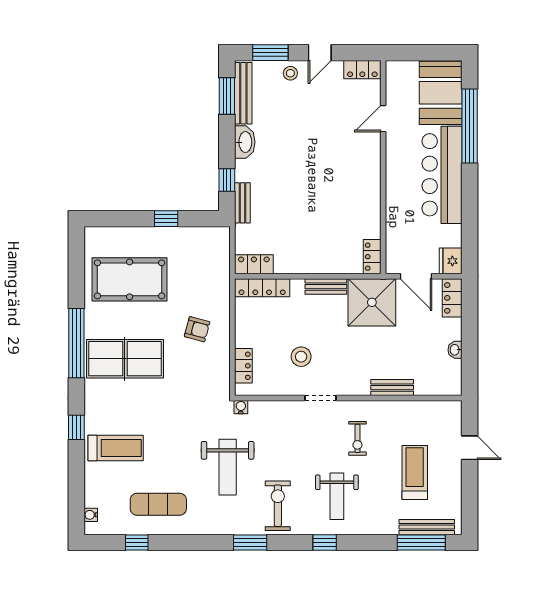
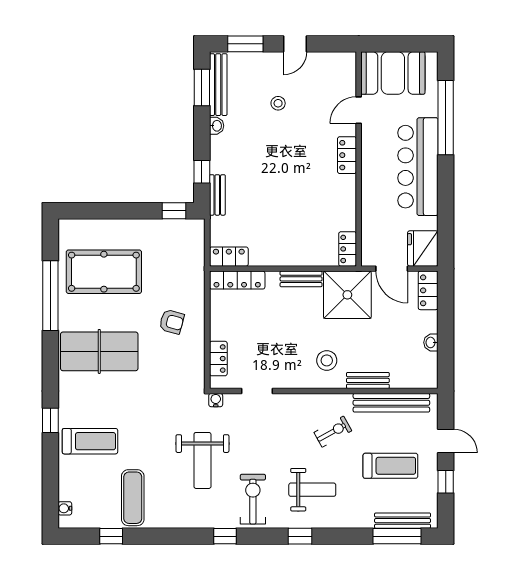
locker: (362, 70) -> (347, 155), moved, turned 90
stool: (290, 73) -> (278, 103), moved
booth: (441, 93) -> (393, 73), moved, turned 90
washbasin: (245, 142) -> (217, 126), width x0.52, depth x0.69
window: (166, 219) -> (174, 211), moved
fridge: (451, 261) -> (423, 248), width x1.36, depth x1.34
window: (76, 343) -> (50, 296), moved
stool: (301, 357) -> (327, 360), moved
doorway: (321, 398) -> (257, 391), moved
bench: (416, 410) -> (391, 403), added
exercise bike: (357, 438) -> (333, 432), turned -119
treadmill: (415, 472) -> (390, 466), turned 90
window: (470, 488) -> (446, 482), added
weight bench: (337, 496) -> (312, 490), turned -90
exercise mat: (158, 504) -> (133, 498), turned 90
window: (250, 543) -> (225, 536), width x0.67

